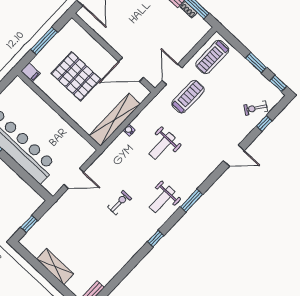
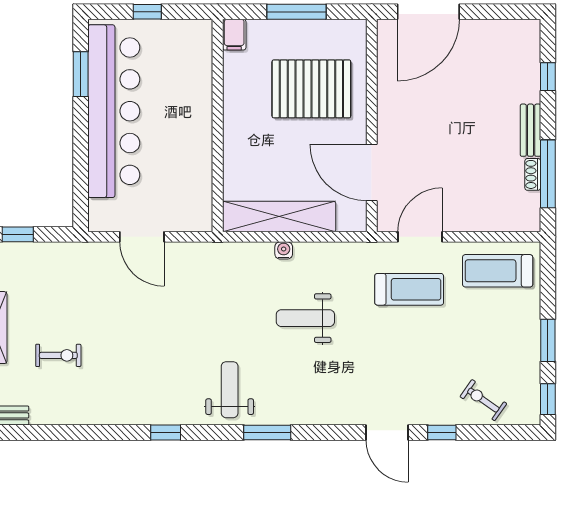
pallet: (76, 76) -> (311, 89), moved, turned 90
window: (264, 123) -> (442, 433), moved
weight bench: (162, 200) -> (230, 390), turned 90
exercise bike: (119, 203) -> (58, 355), moved

